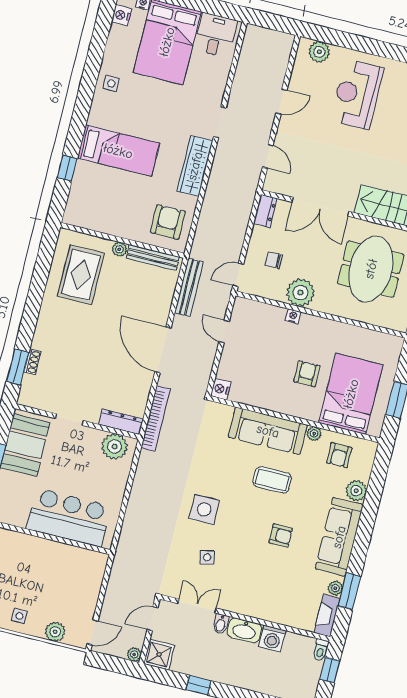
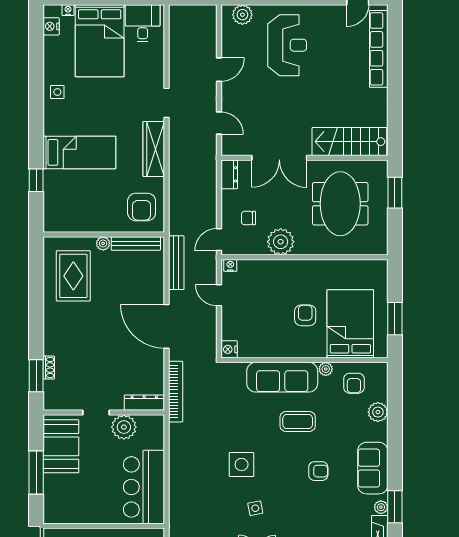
reception desk: (357, 94) -> (287, 45), turned 180
armchair: (168, 222) -> (142, 207), turned 180
nightstand: (293, 316) -> (230, 265), moved
plant: (115, 447) -> (124, 427), moved
bar counter: (69, 518) -> (144, 487), moved, turned -90
sofa: (339, 537) -> (373, 468), width x0.73

